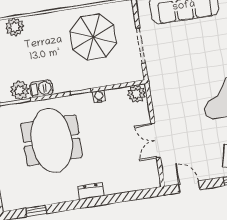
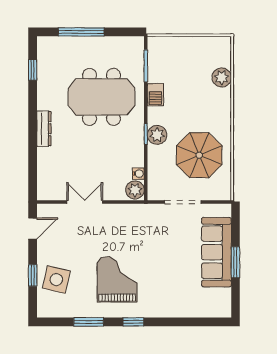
plant: (20, 90) -> (157, 135), moved
water cooler: (99, 96) -> (138, 174), moved
dresser: (91, 191) -> (44, 129), width x1.44

